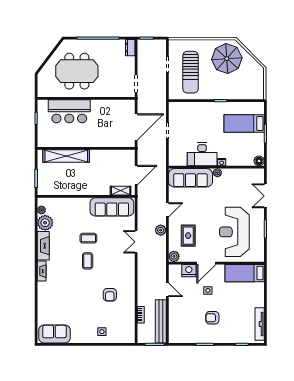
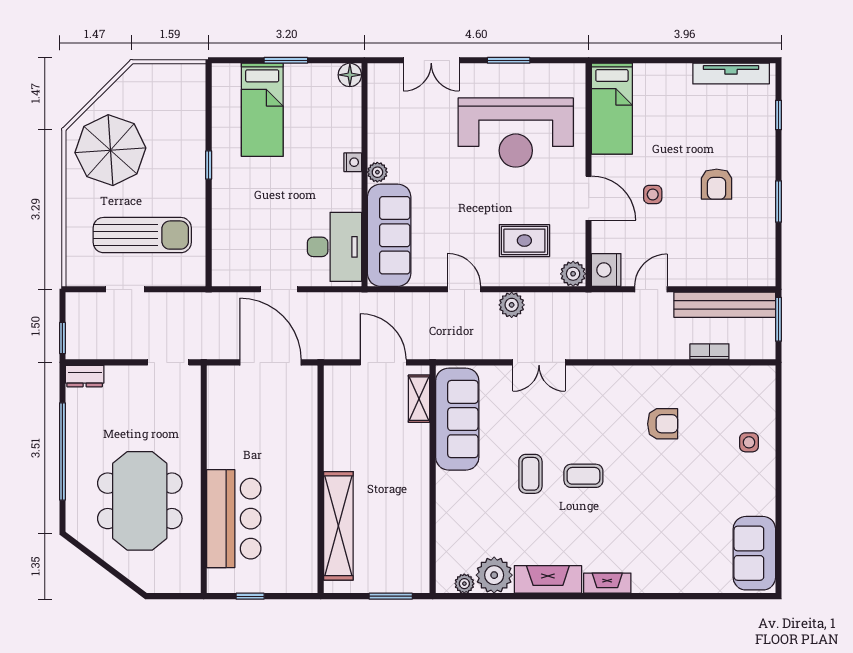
desk: (202, 154) -> (334, 247), moved
nightstand: (189, 271) -> (606, 270), moved

